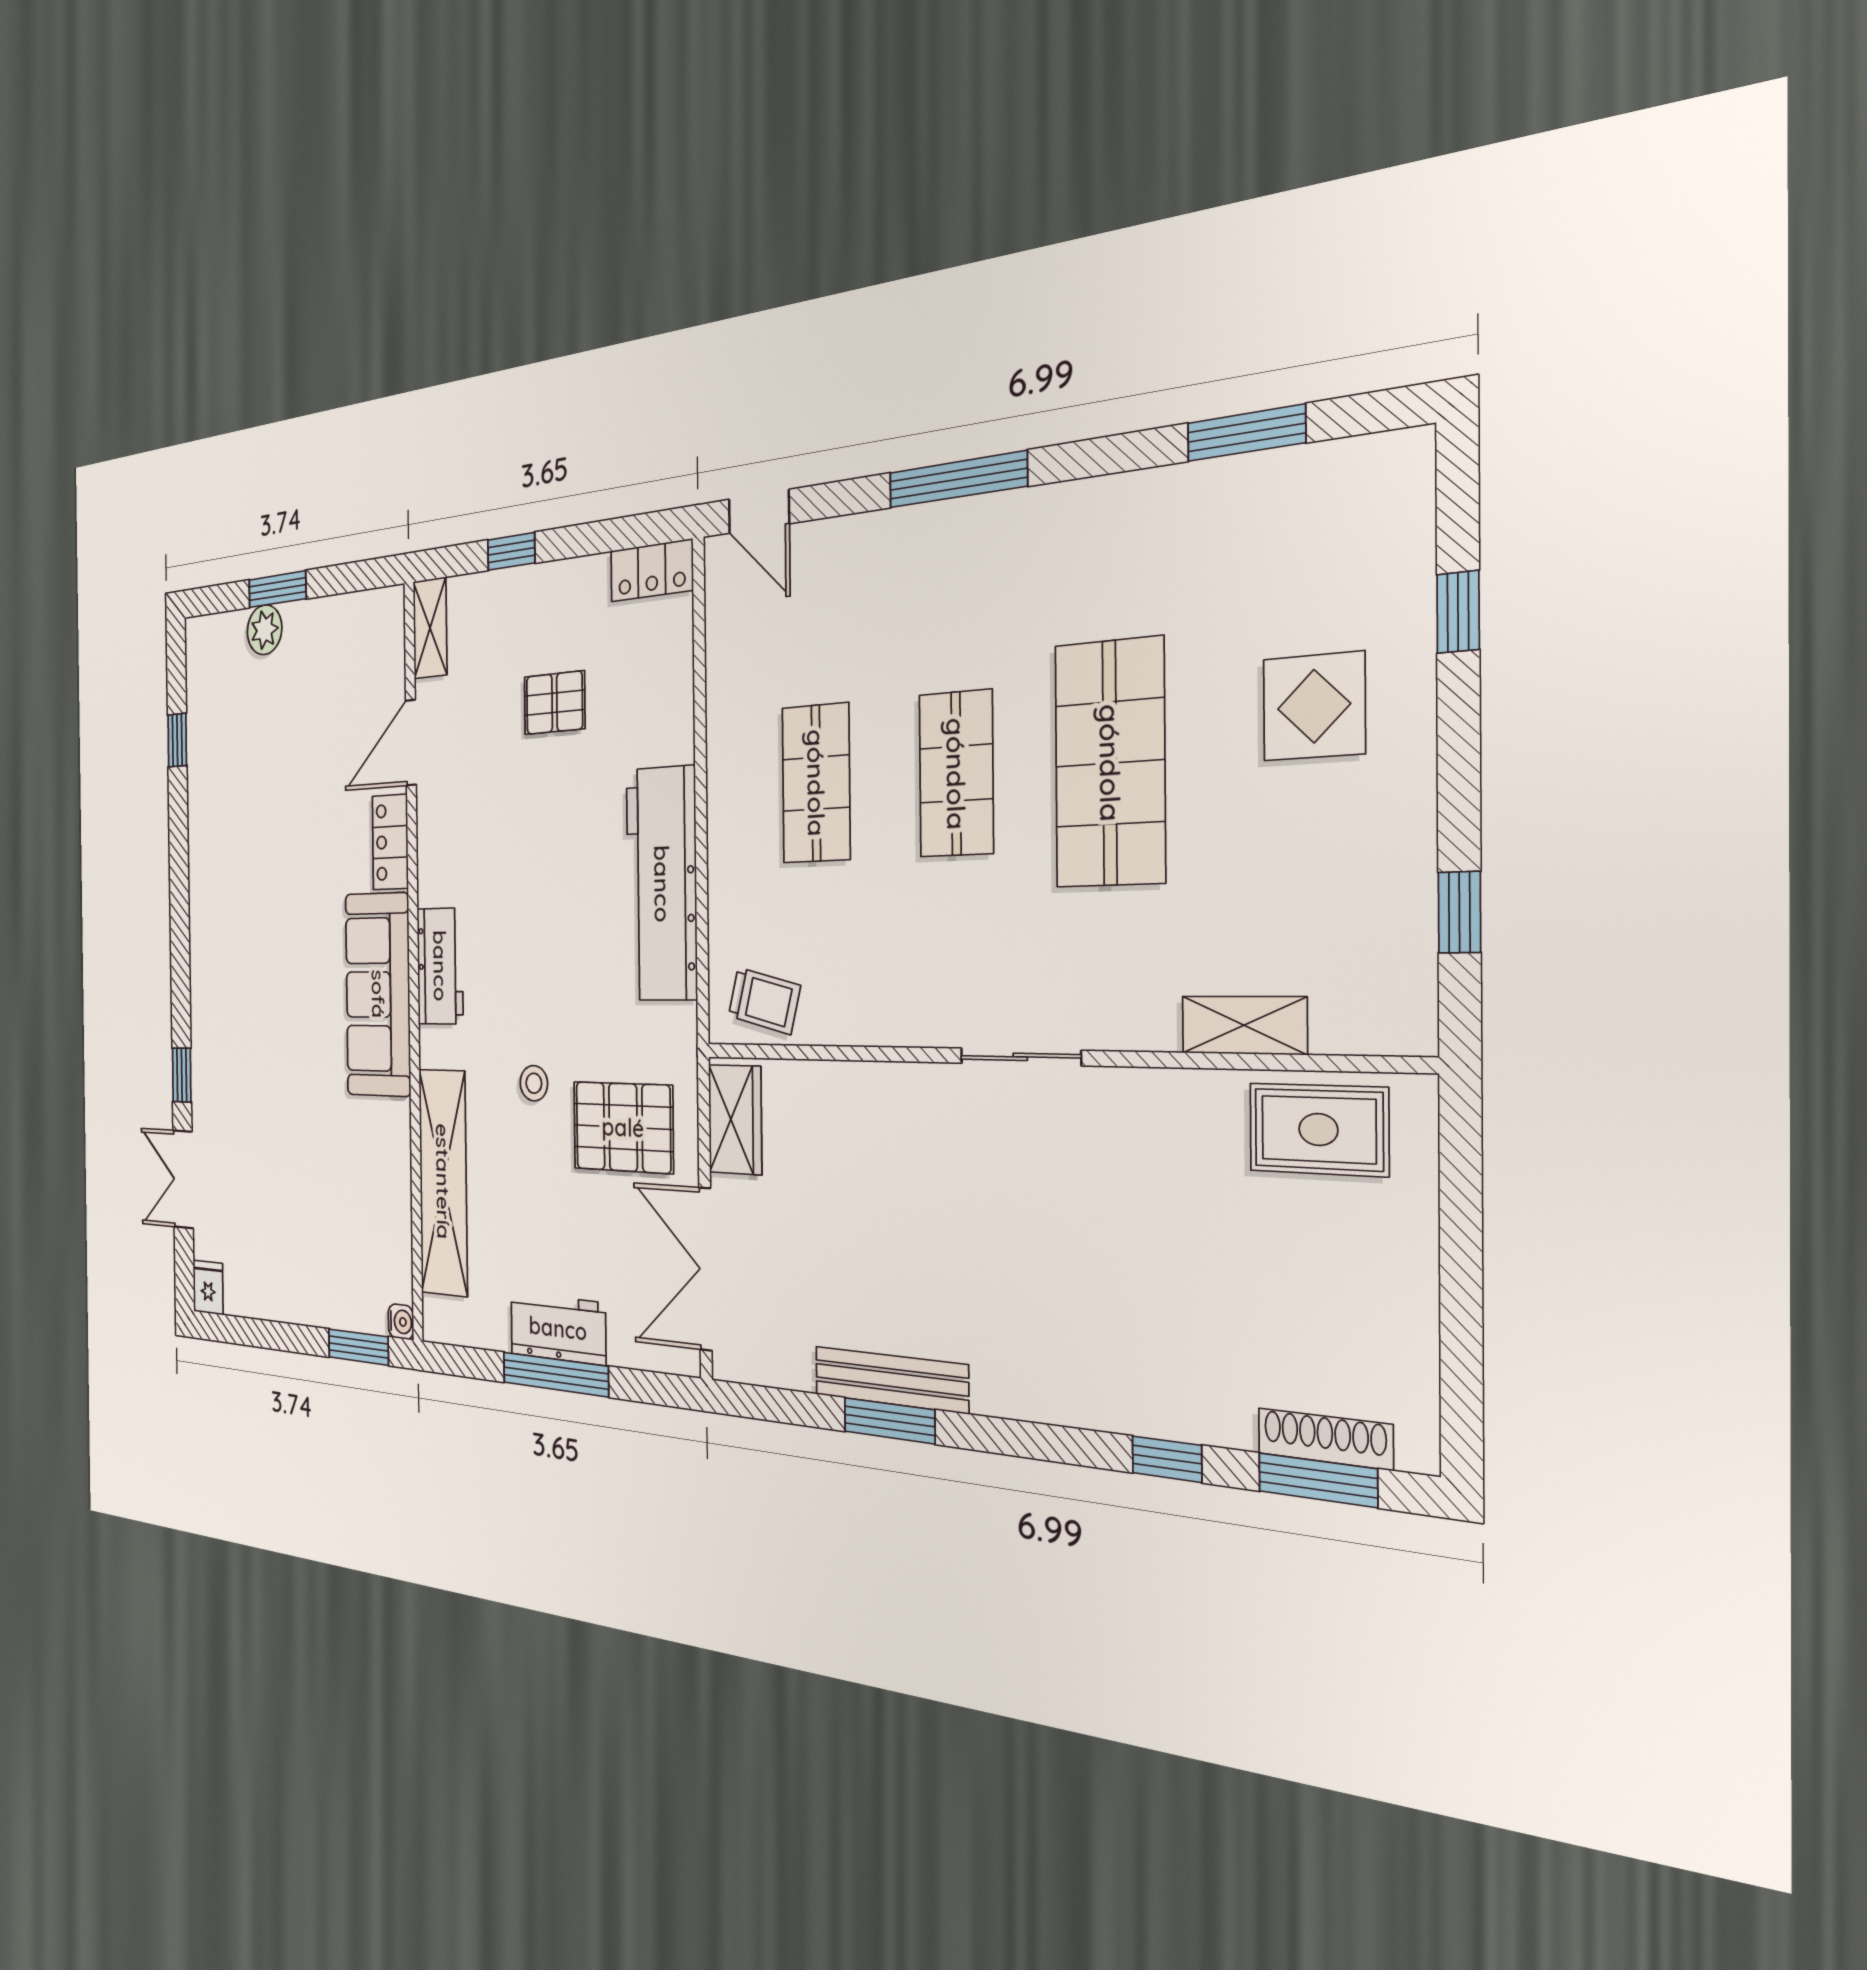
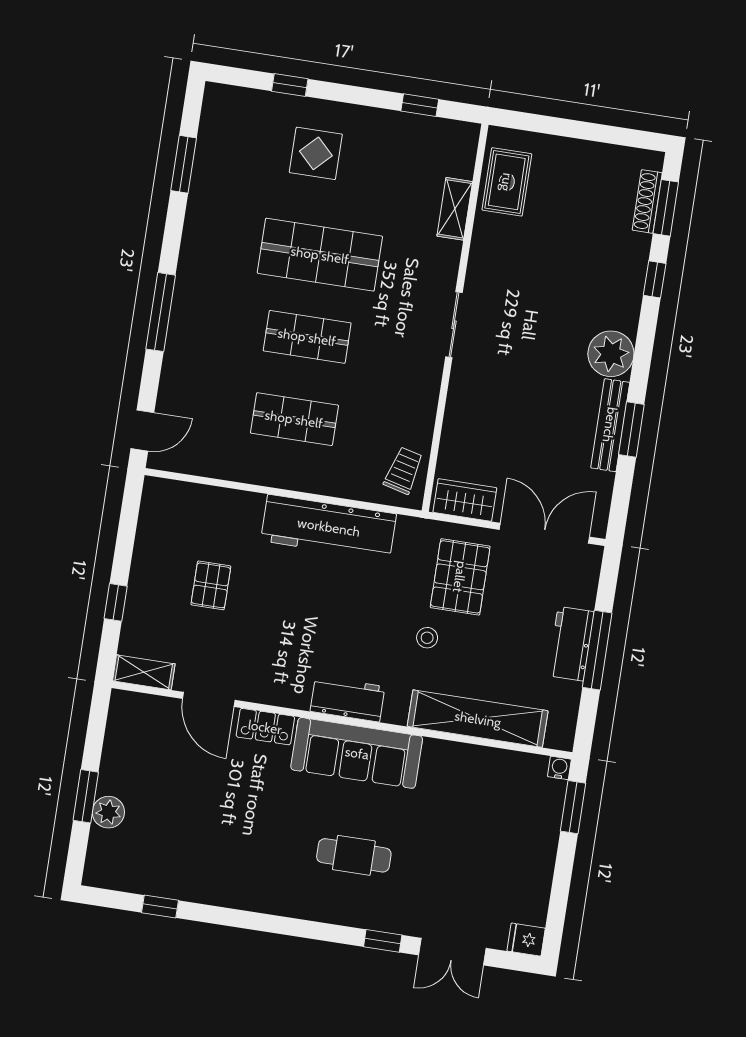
locker: (652, 570) -> (154, 505), removed
cafe table: (264, 1014) -> (354, 855), added
double door: (705, 1269) -> (544, 533), swing flipped
plant: (1014, 1375) -> (611, 354), added

